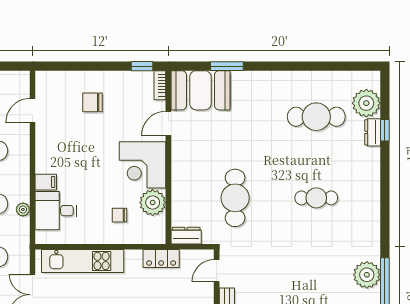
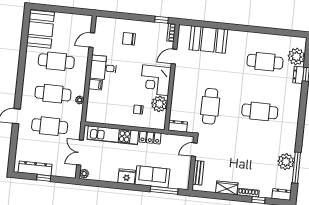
window: (227, 66) -> (213, 25), removed
booth: (200, 90) -> (208, 40), moved
cafe table: (316, 198) -> (260, 111), width x1.37, depth x1.35
desk: (56, 211) -> (103, 68), moved
locker: (161, 259) -> (150, 138), moved

